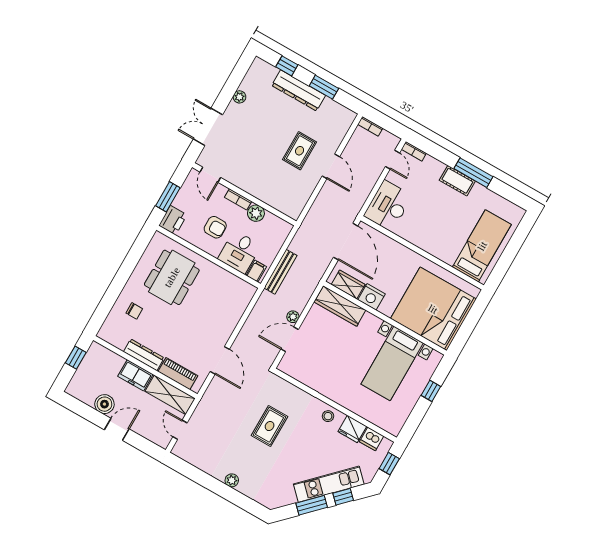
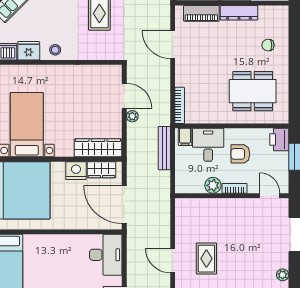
dining table: (172, 277) -> (253, 91), turned 90
bookcase: (245, 302) -> (180, 105), added
door: (290, 339) -> (124, 96), hinge flipped

